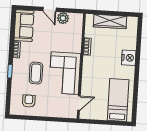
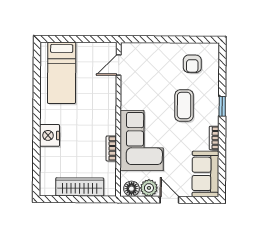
floor lamp: (75, 18) -> (131, 189), added
corner sofa: (65, 73) -> (142, 140), moved

